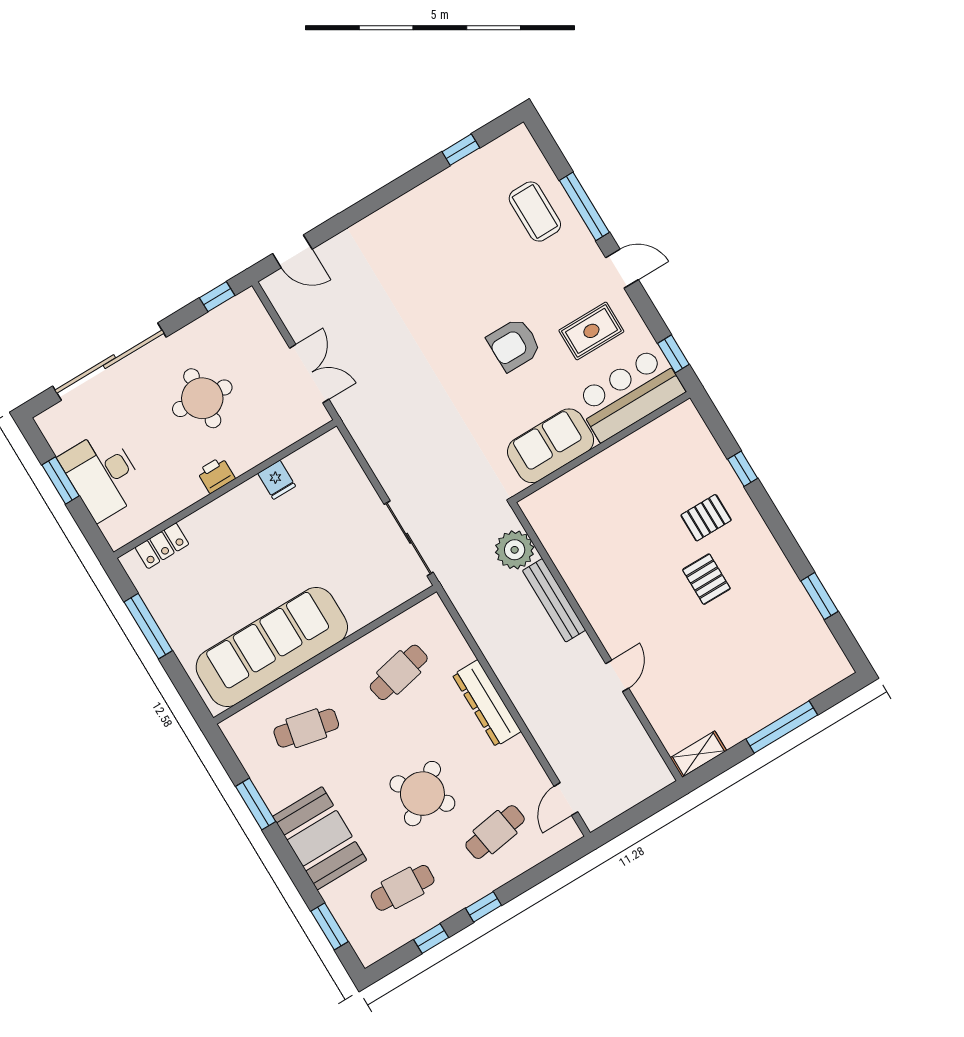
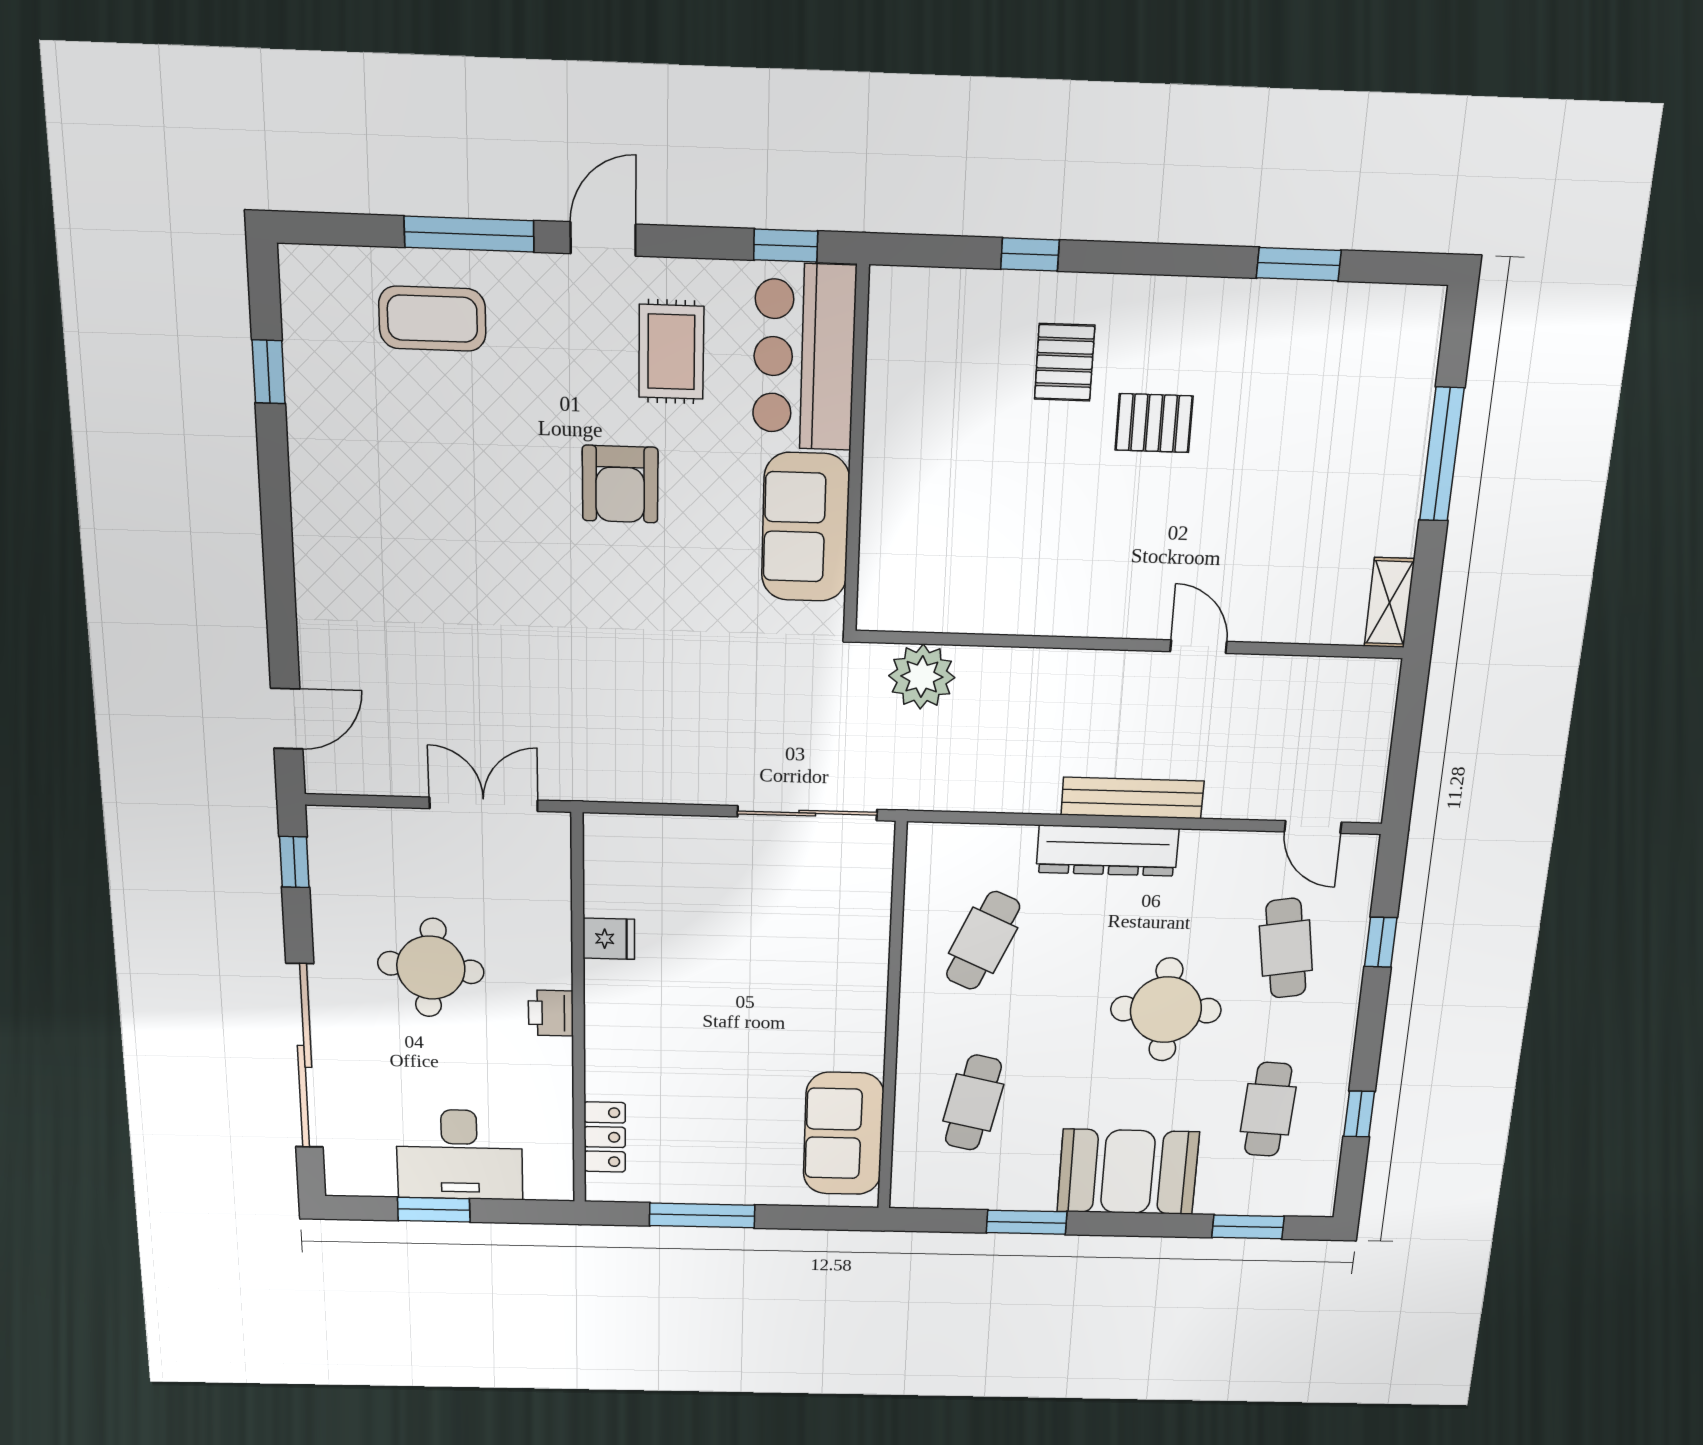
bench: (554, 600) -> (1132, 798), moved
sofa: (272, 647) -> (843, 1134), width x0.54, depth x0.79
cafe table: (399, 672) -> (983, 940), turned 36
round table: (422, 794) -> (1166, 1010), turned 37
window: (484, 907) -> (1381, 942), moved

